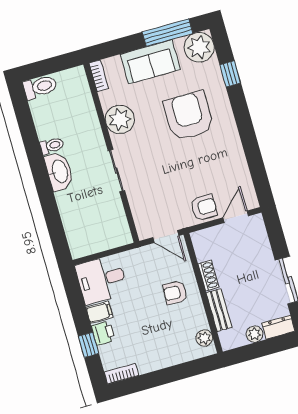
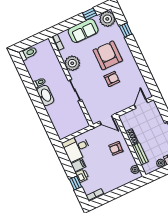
window: (167, 33) -> (90, 14), width x0.46
armchair: (204, 207) -> (112, 79), moved

